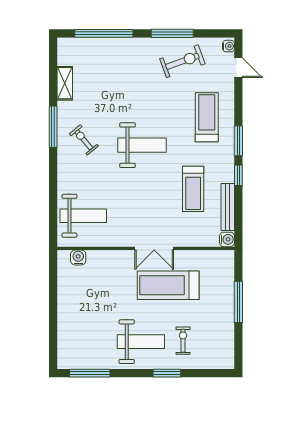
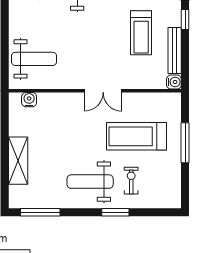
treadmill: (168, 285) -> (137, 136), moved
shelving: (67, 320) -> (18, 161), added
weight bench: (141, 342) -> (90, 182), turned 180

